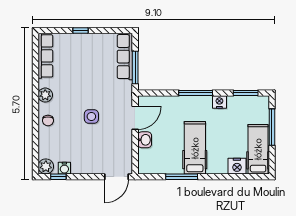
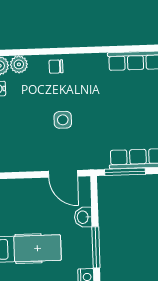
plant: (45, 95) -> (19, 64), moved
washbasin: (145, 140) -> (83, 217), moved, turned 90

